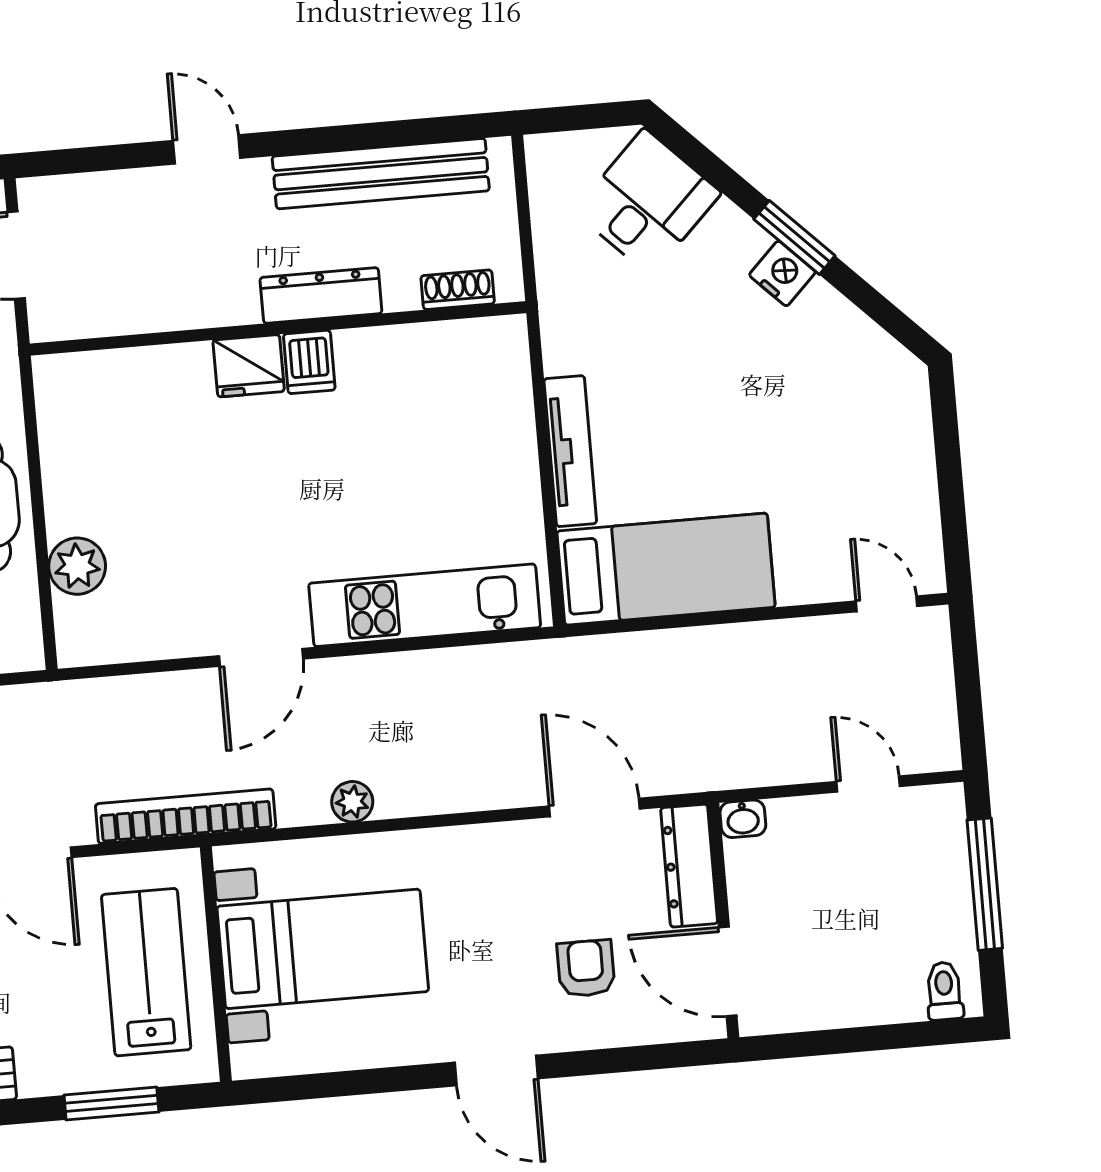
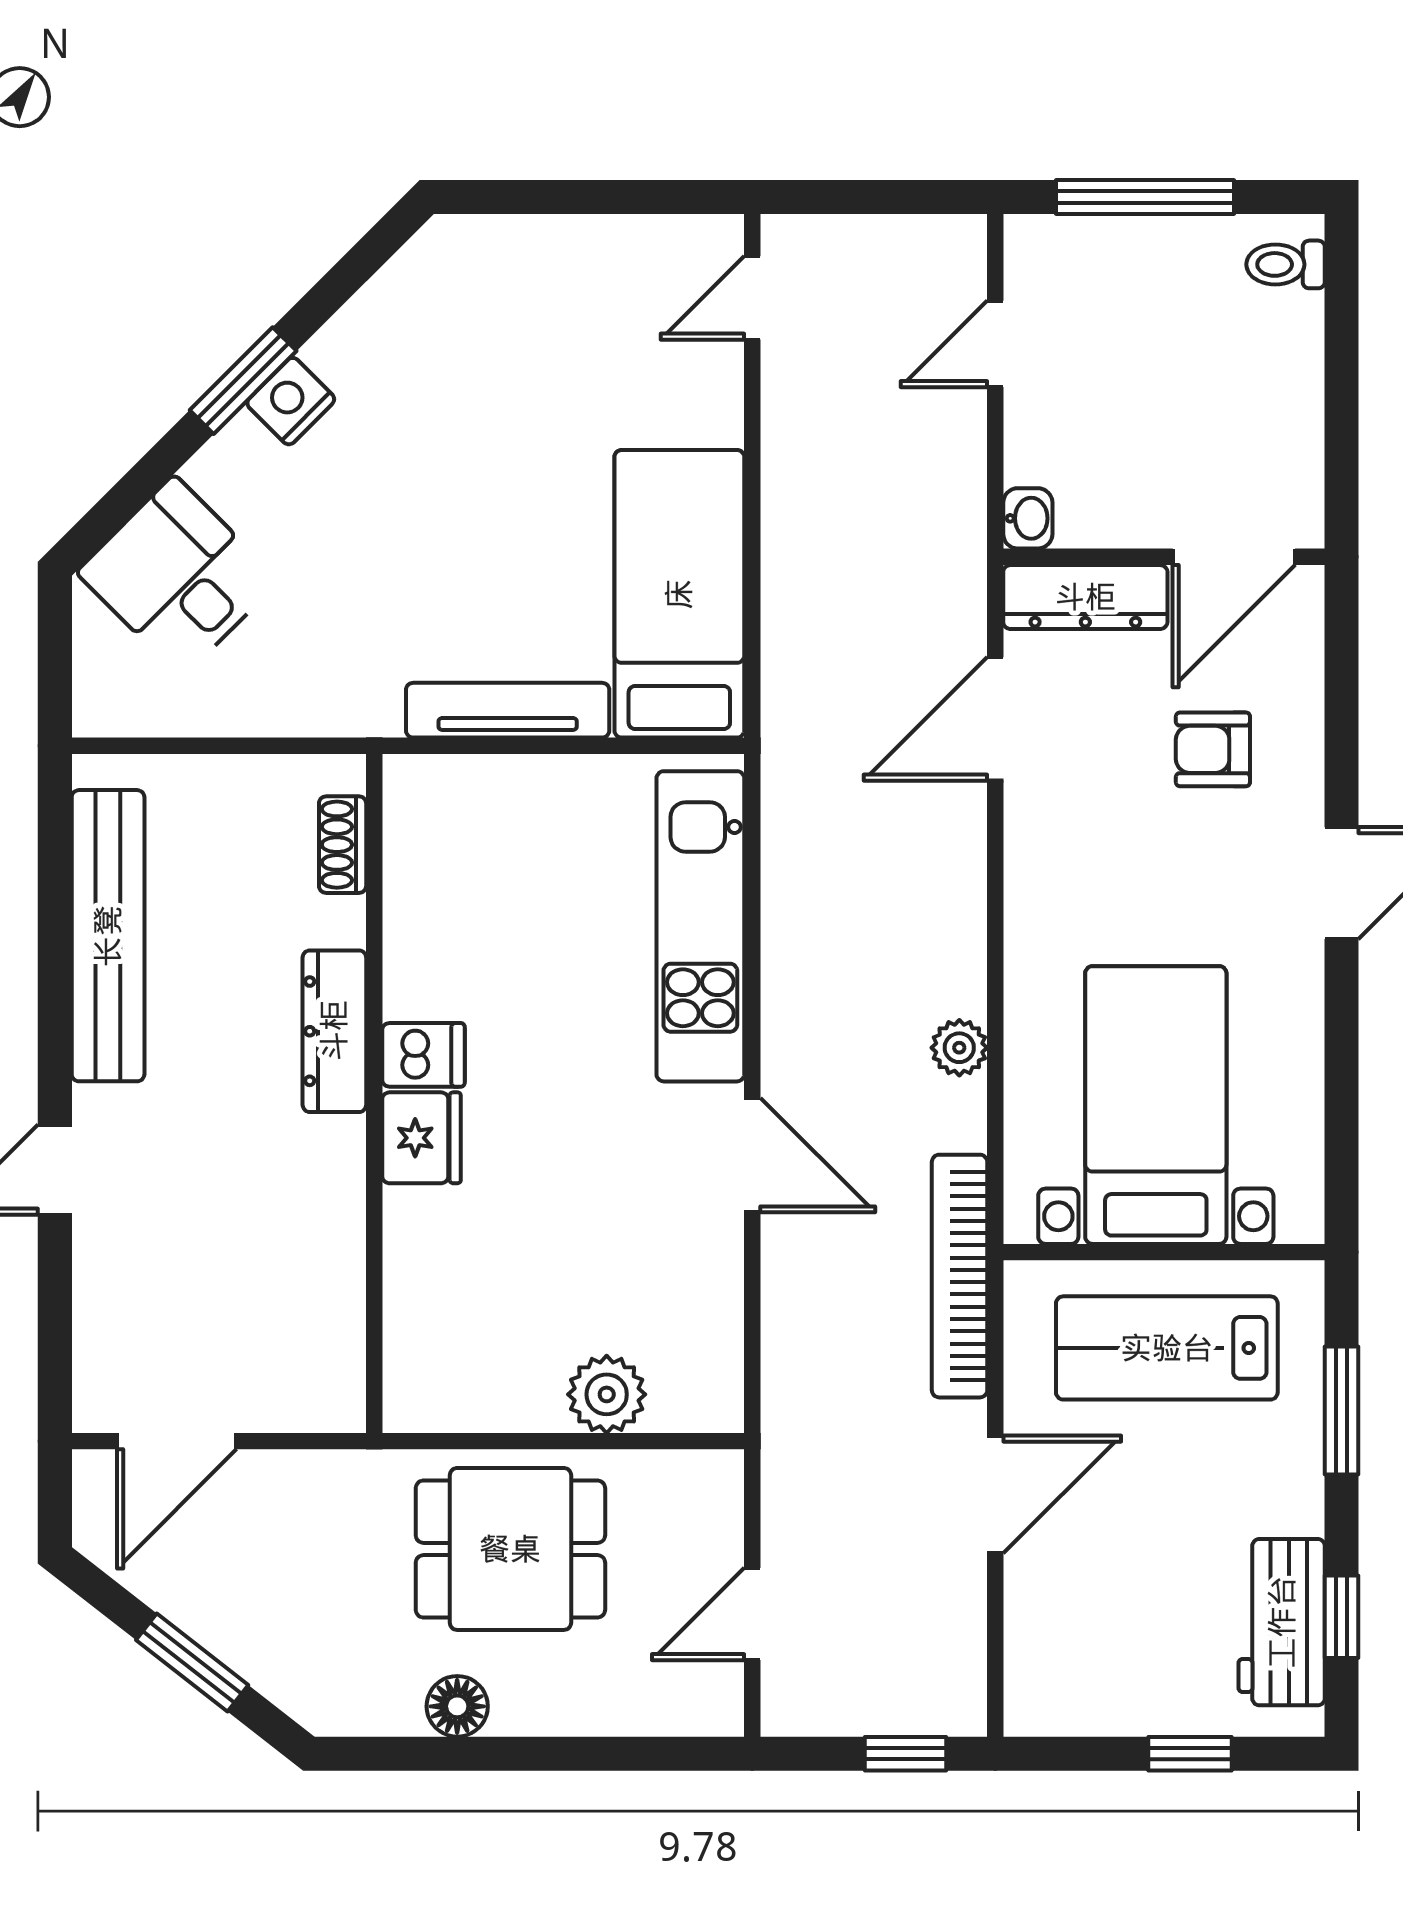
shoe rack: (458, 290) -> (343, 845), moved
dresser: (321, 295) -> (334, 1031), moved
wall: (278, 328) -> (374, 1093), moved
dishwasher: (309, 362) -> (423, 1055), moved
fridge: (249, 366) -> (422, 1138), moved

